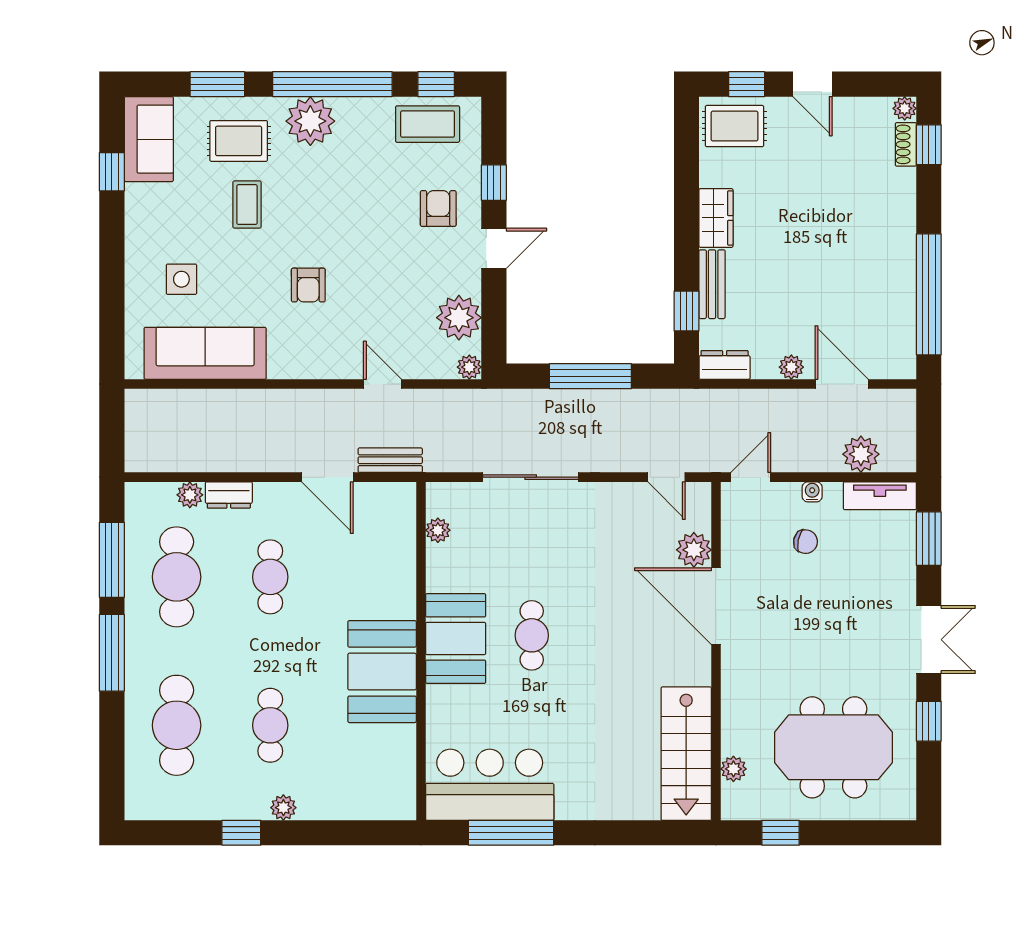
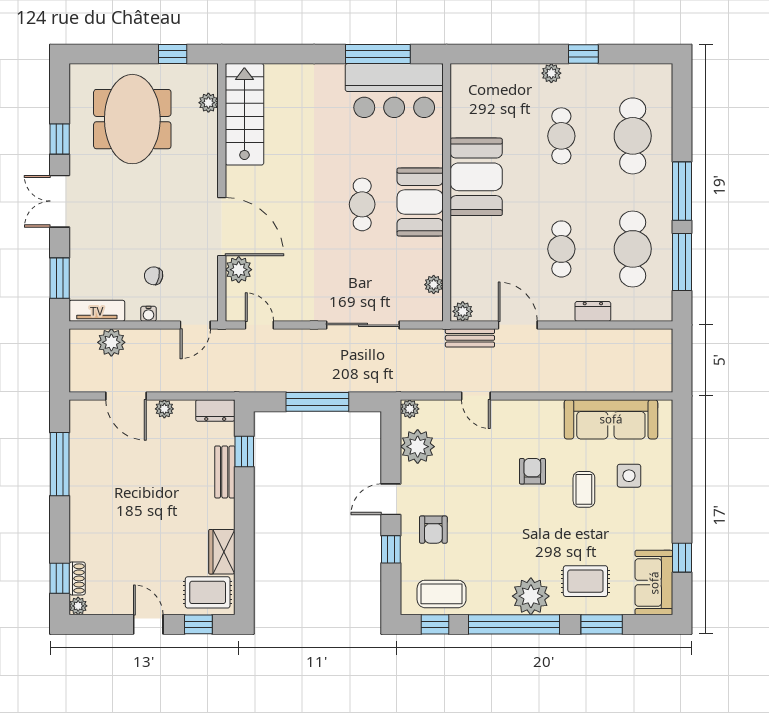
coffee table: (247, 205) -> (584, 489), moved
wardrobe: (716, 218) -> (222, 552), moved
window: (929, 294) -> (60, 464), width x0.68
plant: (190, 495) -> (463, 311), moved
meeting table: (833, 747) -> (132, 119), turned 90

